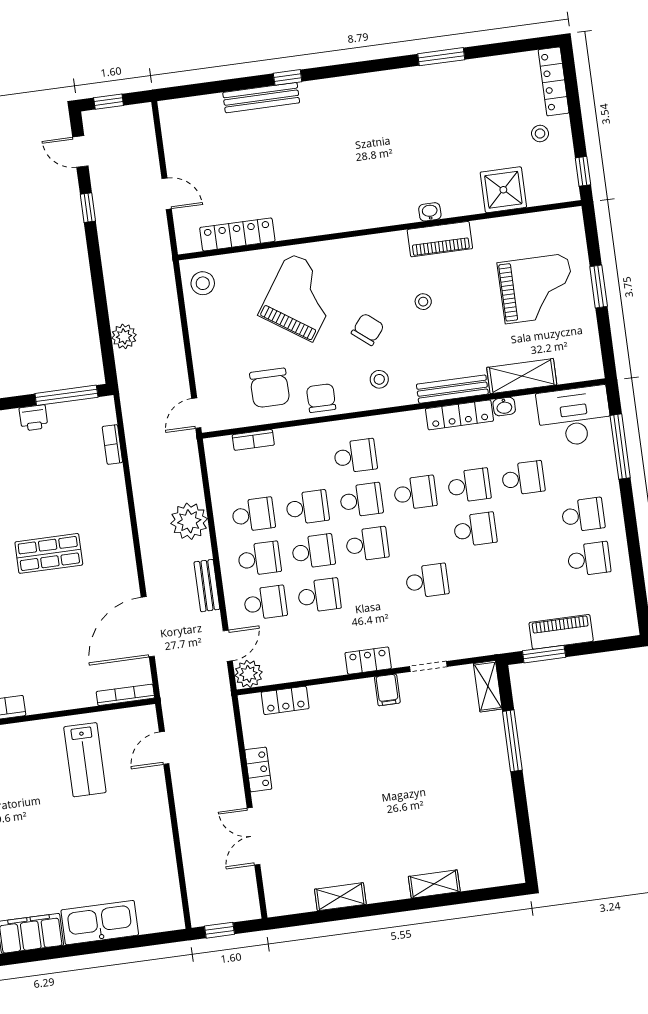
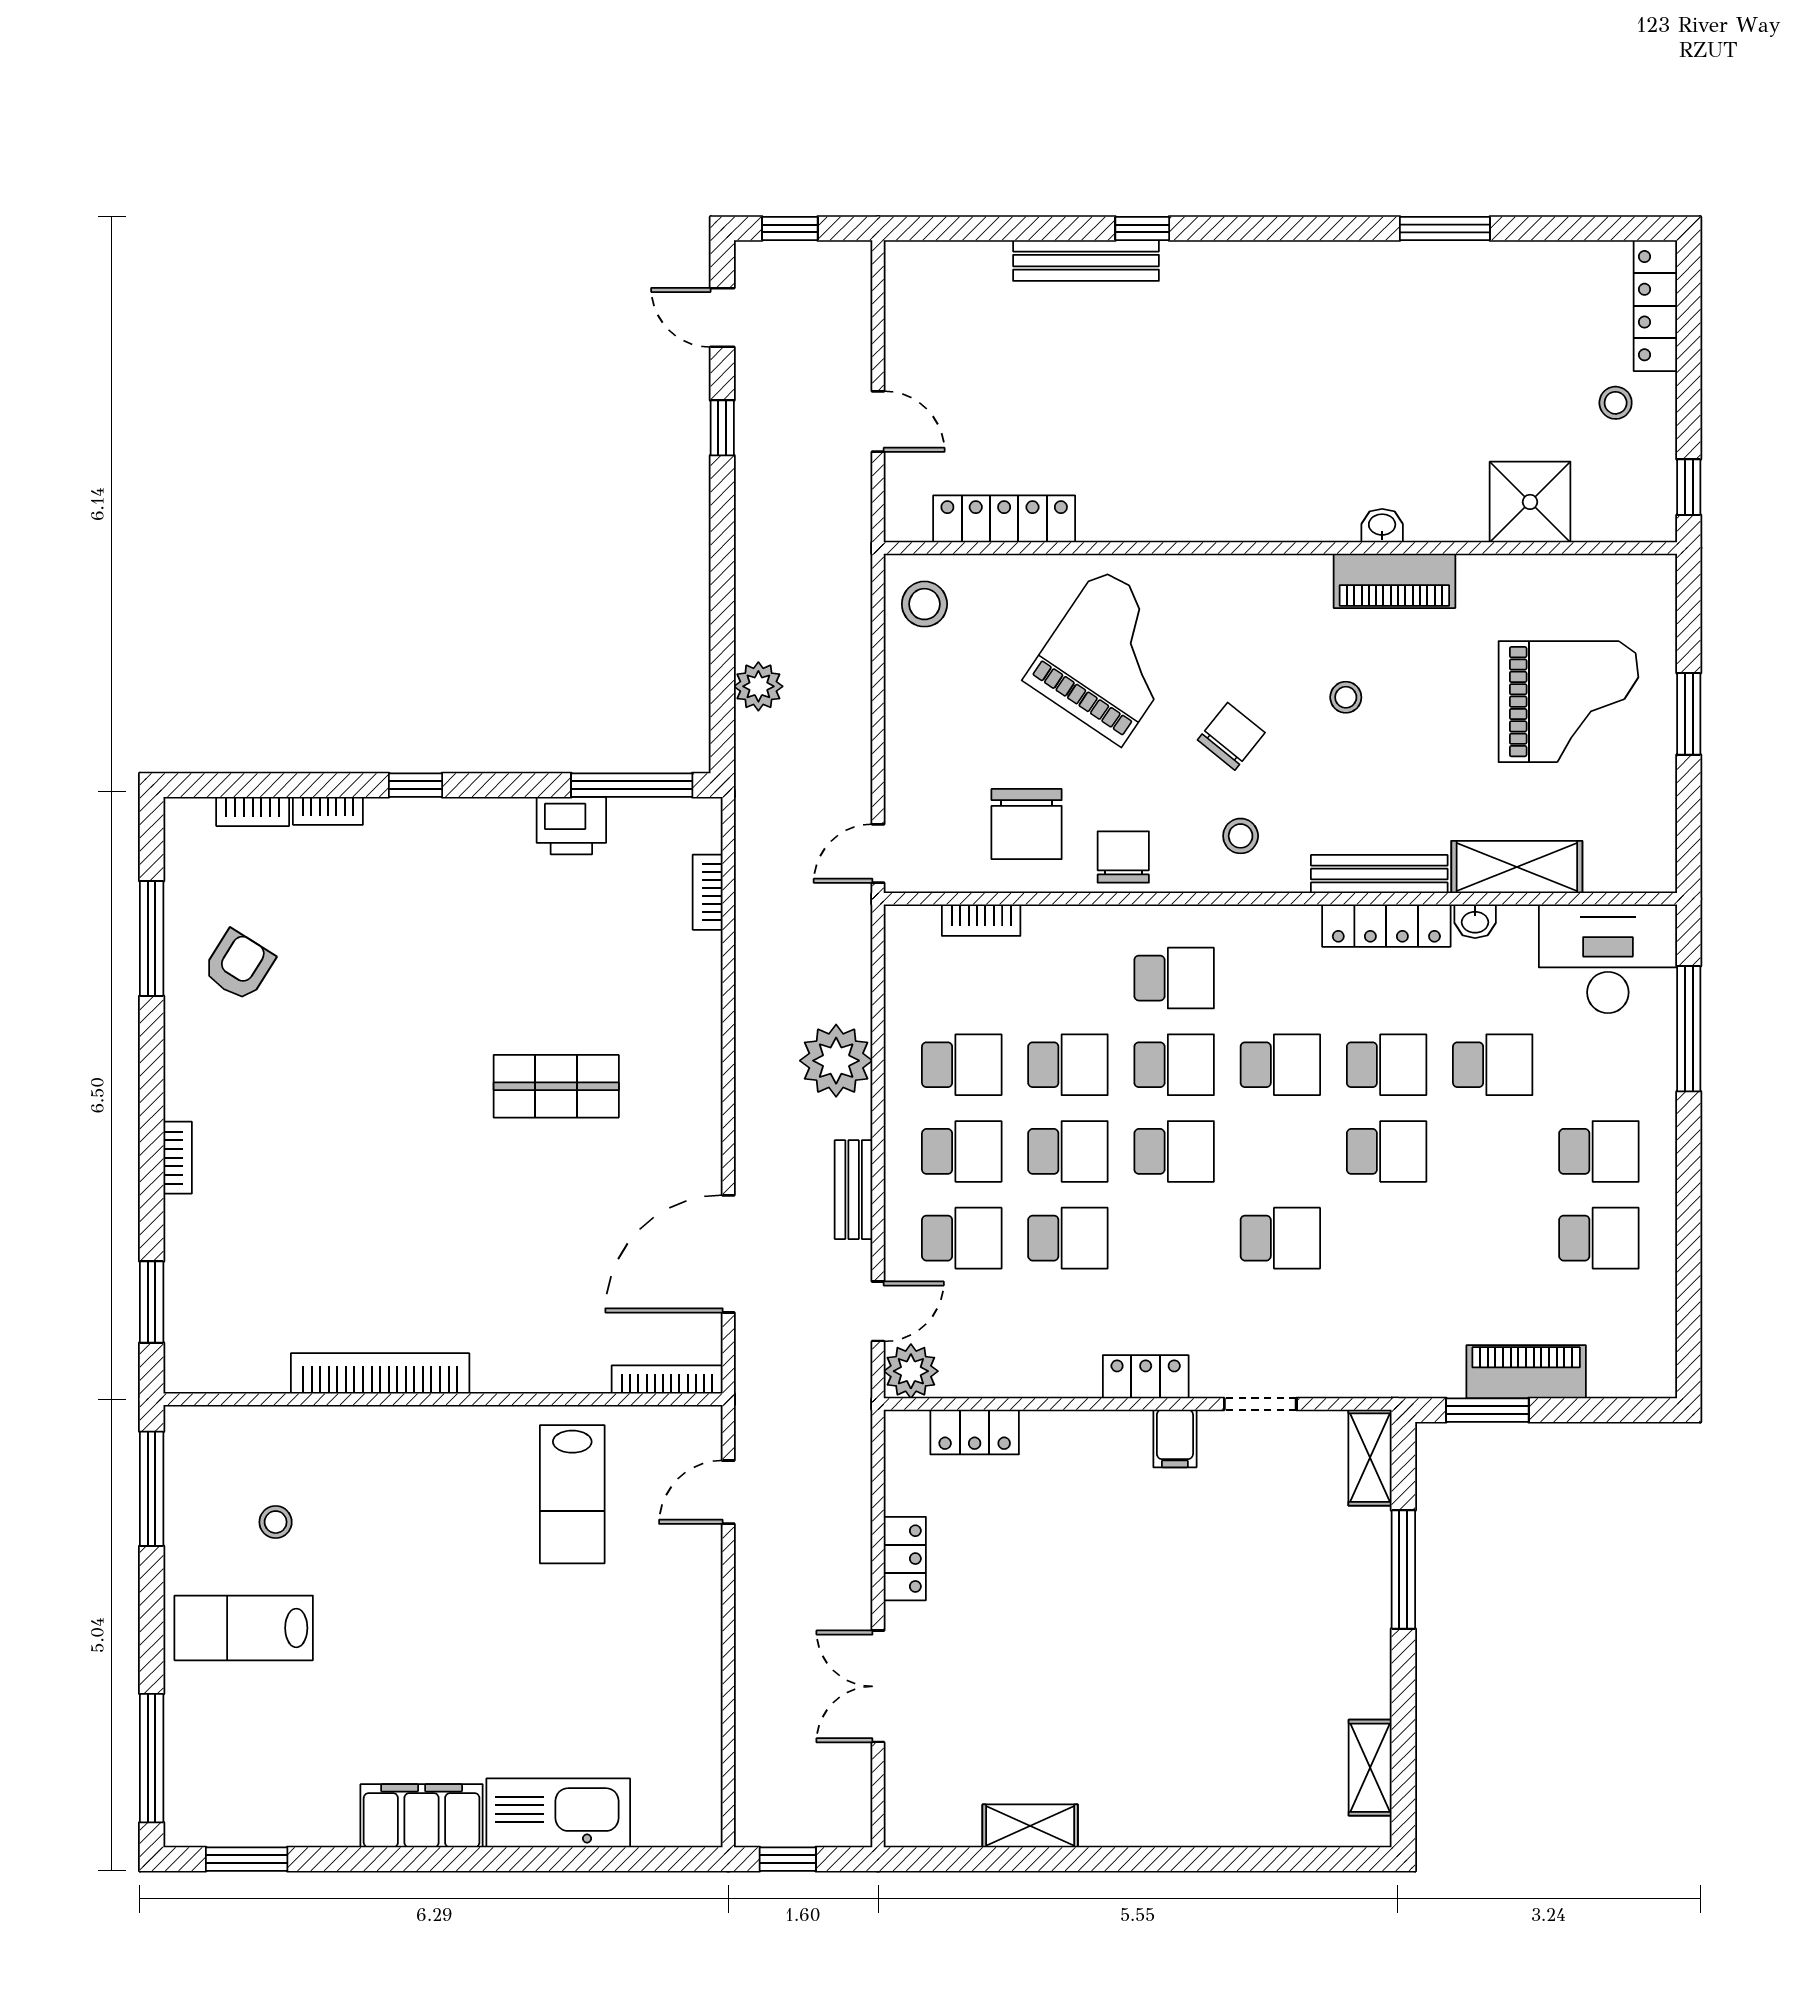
printer: (33, 418) -> (571, 826), width x1.36, depth x1.24
shelving: (434, 884) -> (1370, 1768), moved, turned 90

